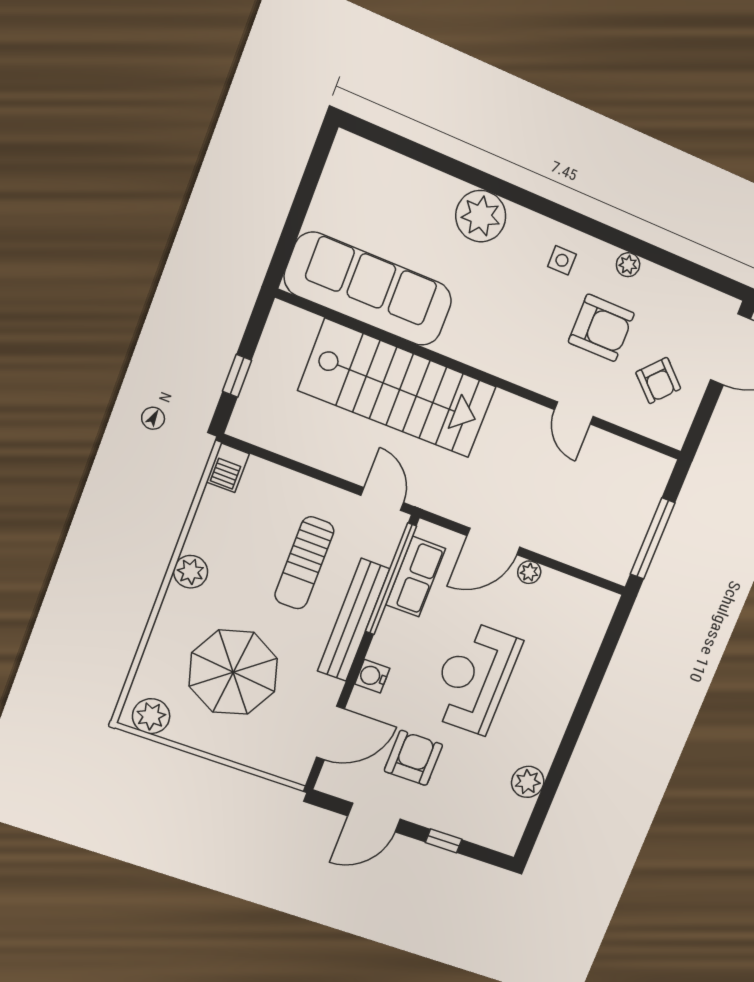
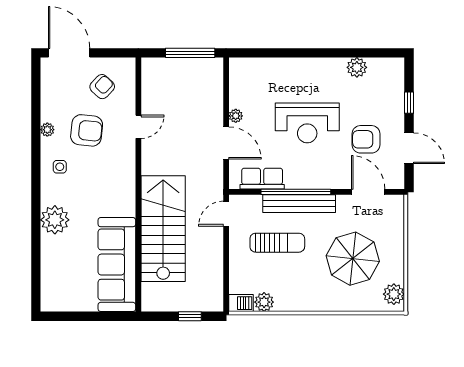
armchair: (601, 328) -> (87, 130), turned 96
plant: (191, 572) -> (264, 302), moved
window: (391, 579) -> (296, 192), moved
water cooler: (372, 676) -> (327, 181), removed

